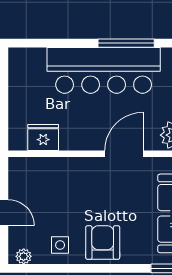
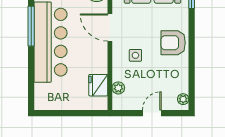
plant: (39, 166) -> (118, 88), added
side table: (60, 245) -> (135, 55), moved

